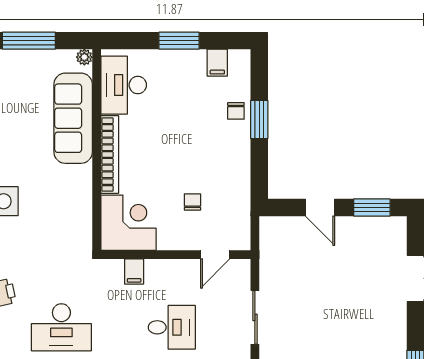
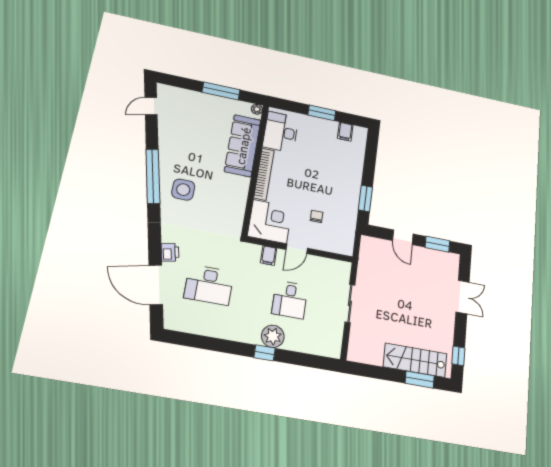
chair: (236, 111) -> (354, 164), removed
window: (259, 120) -> (365, 198), moved
door: (215, 255) -> (297, 249), moved
desk: (172, 327) -> (290, 300), turned 90

